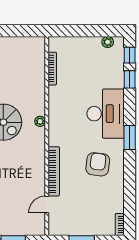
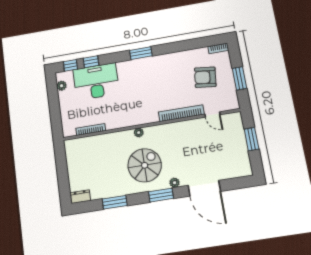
desk: (106, 114) -> (96, 82), moved
armchair: (98, 164) -> (205, 77), moved

